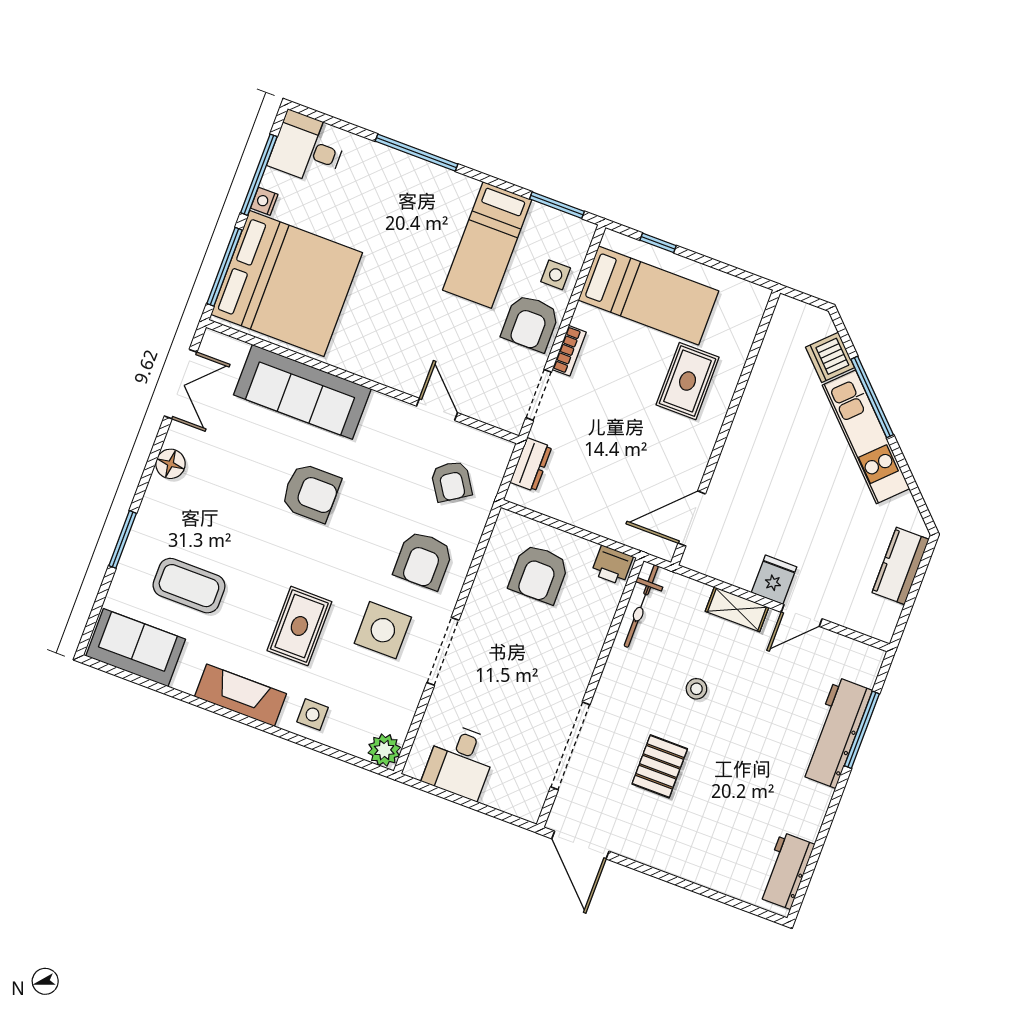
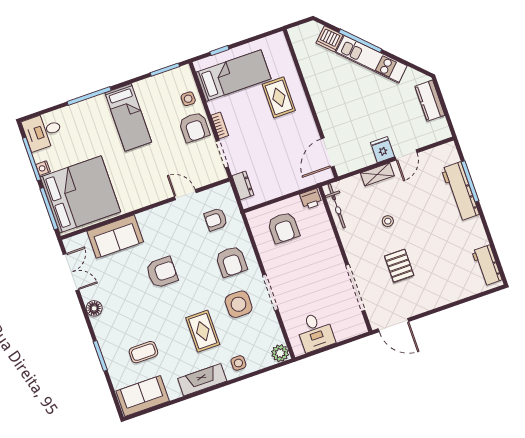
bed: (487, 245) -> (128, 117), moved
sofa: (302, 392) -> (115, 237), width x0.73
armchair: (451, 481) -> (216, 219), turned 123
coffee table: (189, 586) -> (143, 352), width x0.73, depth x0.77

